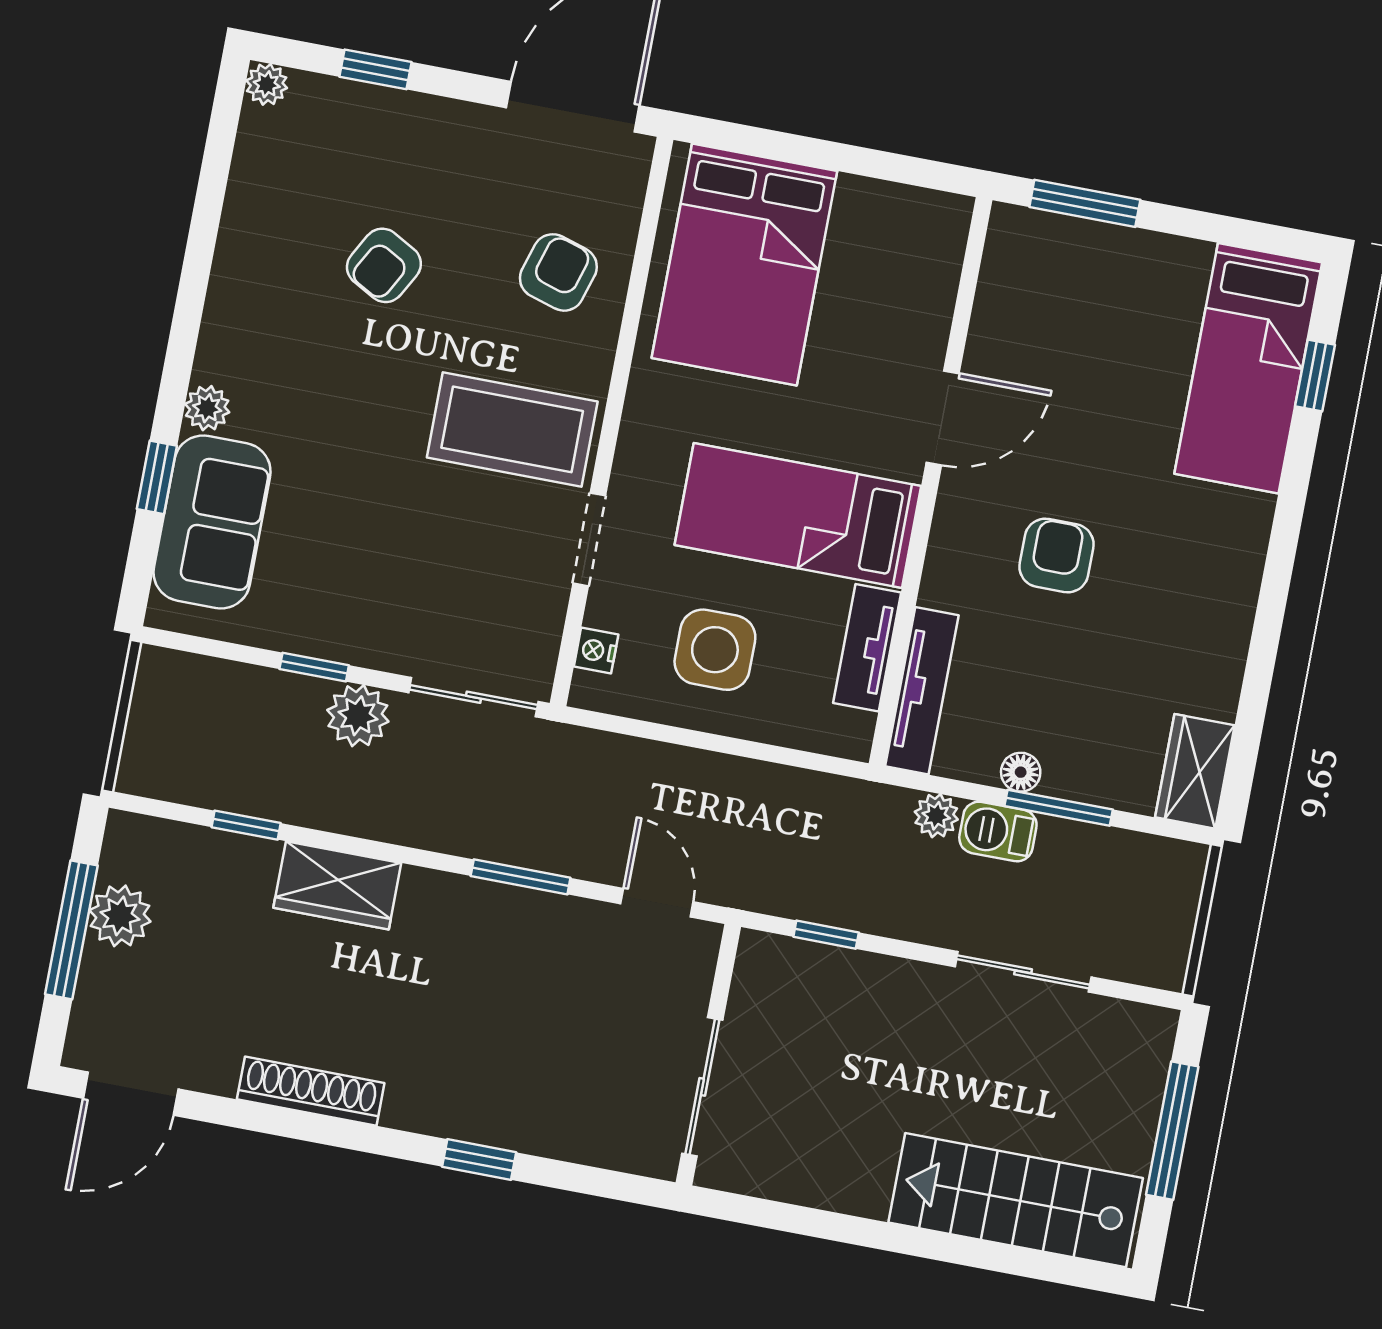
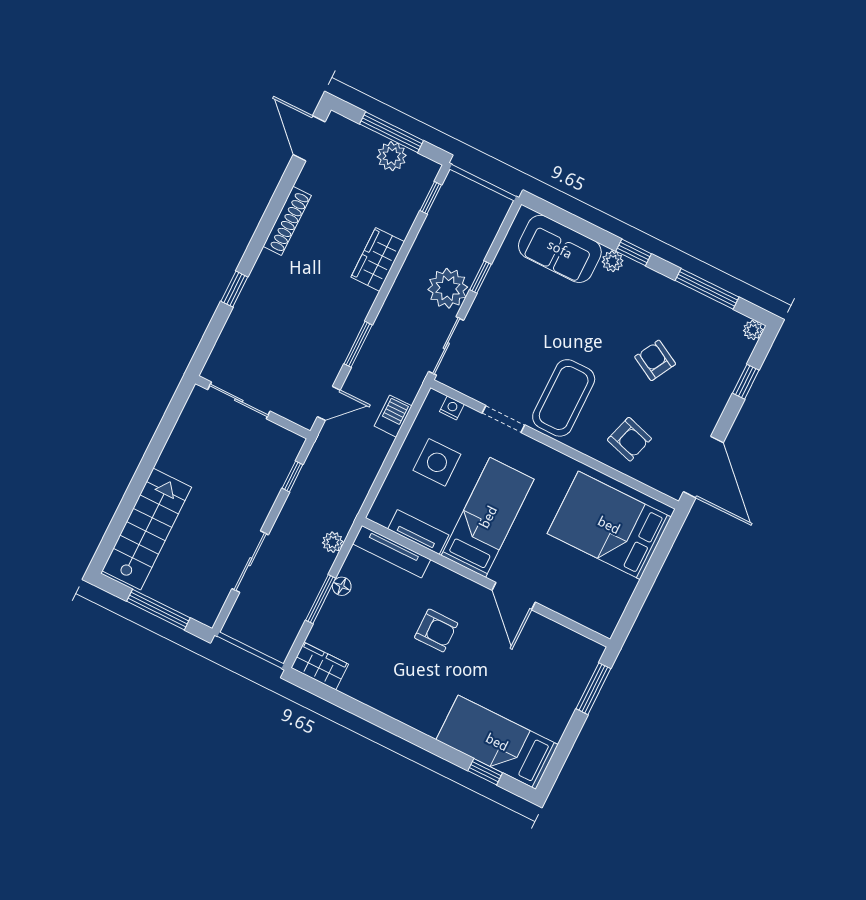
window: (209, 201) -> (707, 289), added
window: (157, 477) -> (634, 252), moved
plant: (358, 716) -> (448, 288), width x1.36, depth x1.36
window: (246, 825) -> (431, 198), moved
barbecue: (998, 832) -> (393, 416), moved

